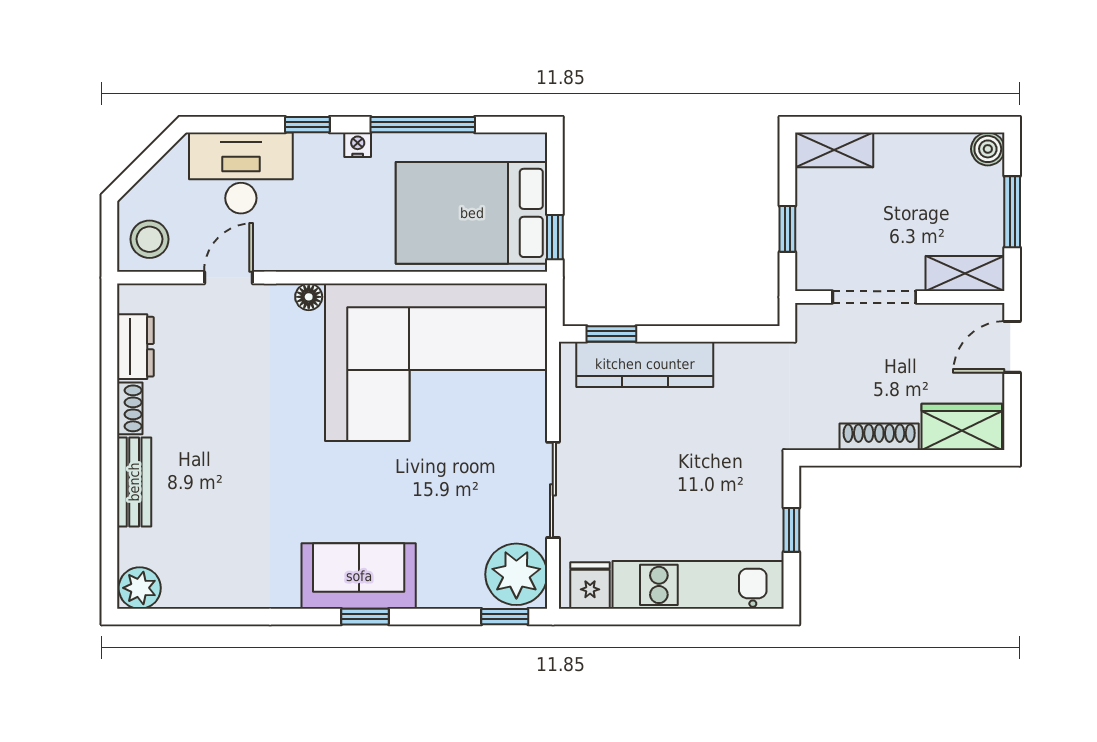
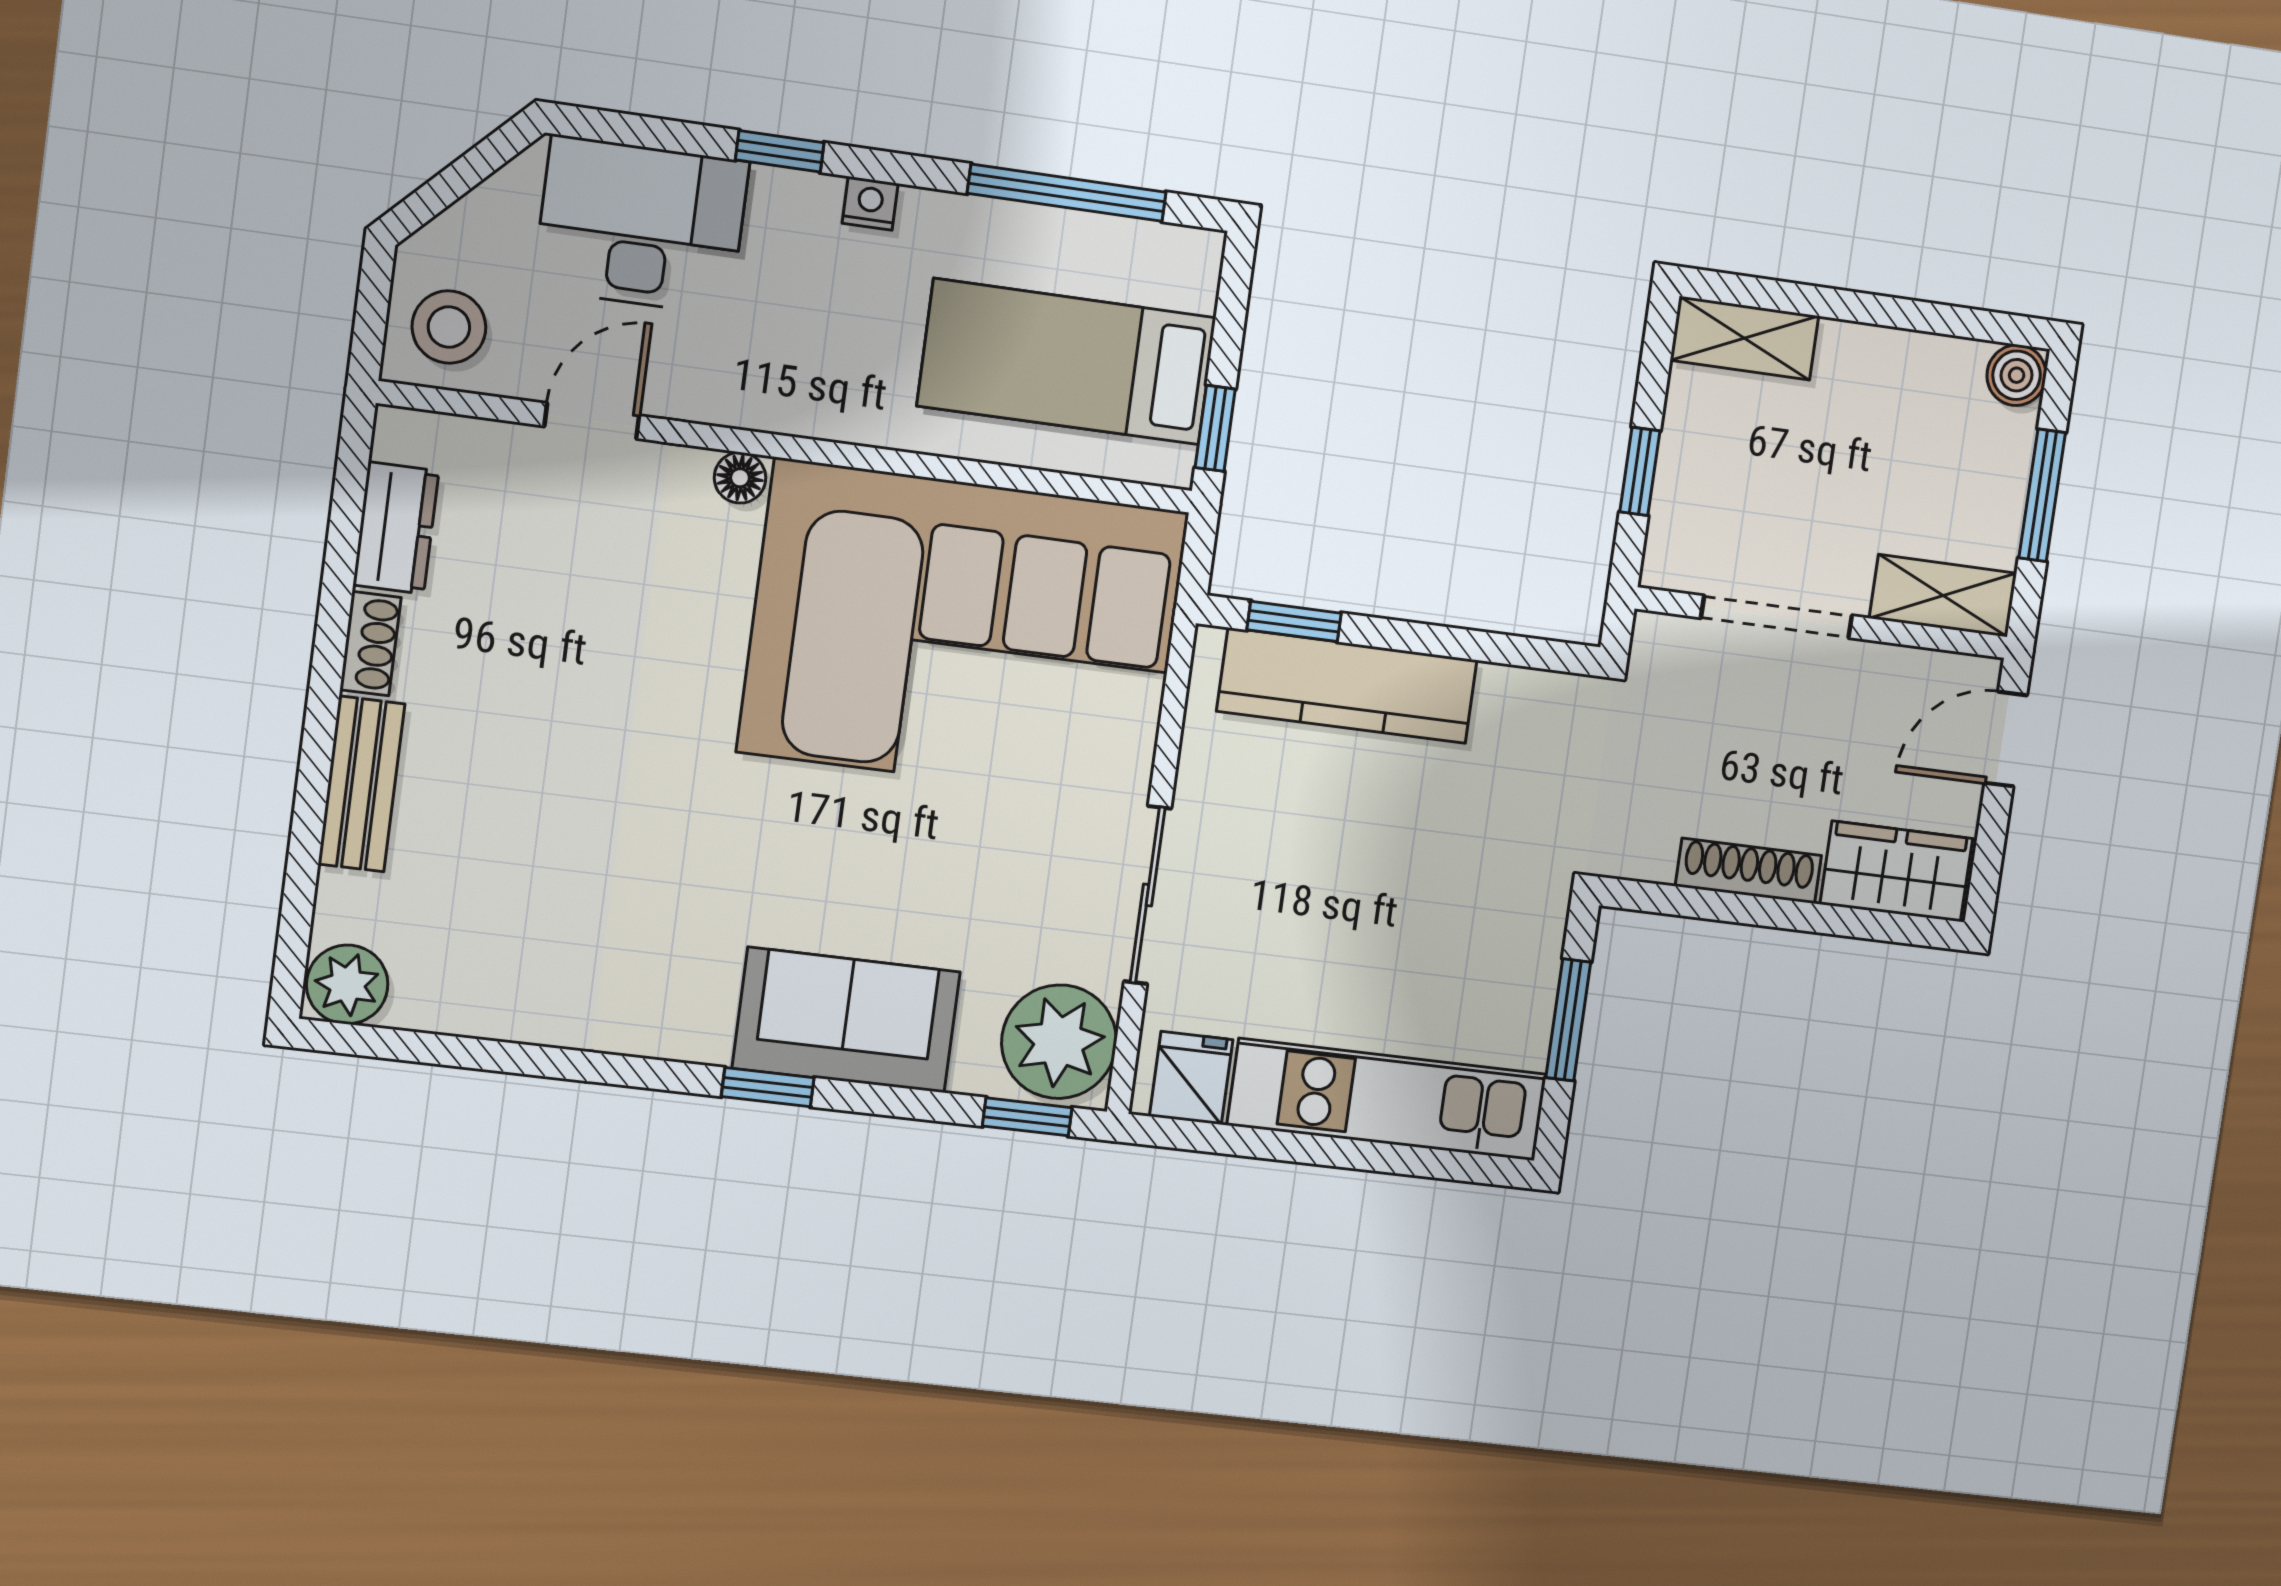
window: (423, 125) -> (1067, 193), moved
bed: (472, 213) -> (1067, 362), width x0.67
window: (791, 530) -> (1568, 1020), width x1.50
sofa: (359, 576) -> (846, 1020), moved

